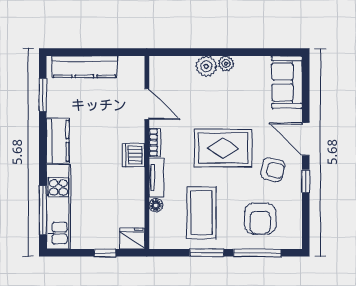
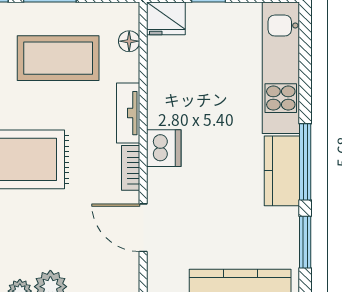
floor lamp: (156, 205) -> (129, 41), moved
window: (43, 210) -> (305, 162), moved
coffee table: (201, 213) -> (58, 58), turned 90

